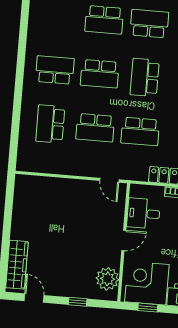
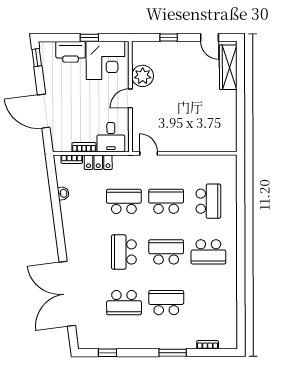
school desk: (145, 78) -> (124, 252), turned 180
desk: (143, 213) -> (111, 137), moved, turned 90
plant: (107, 279) -> (143, 76), moved
window: (148, 308) -> (89, 38), moved

